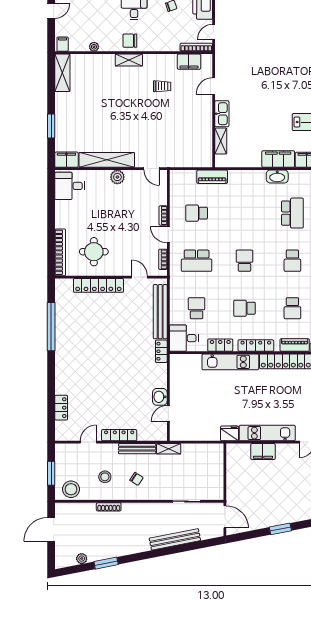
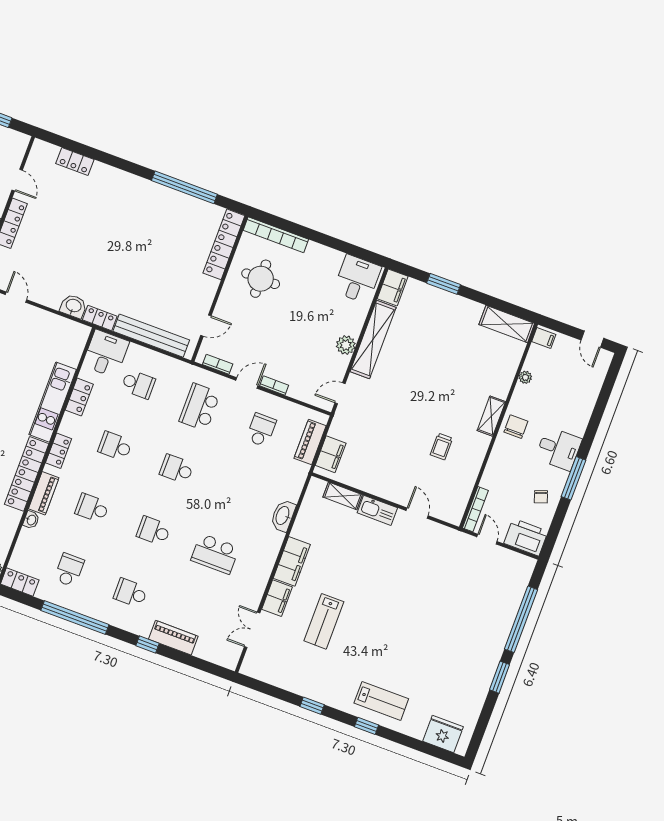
filing cabinet: (189, 62) -> (331, 454), moved, turned 180
piano: (212, 177) -> (310, 442), moved
washbasin: (277, 177) -> (283, 516), moved
school desk: (244, 261) -> (177, 469), turned 180
locker: (98, 285) -> (224, 244), moved
school desk: (244, 308) -> (115, 446), turned -90
locker: (256, 346) -> (59, 451), width x0.66
washbasin: (160, 397) -> (73, 306), moved

